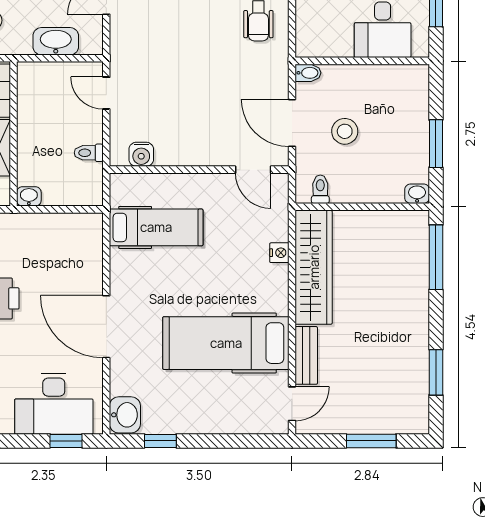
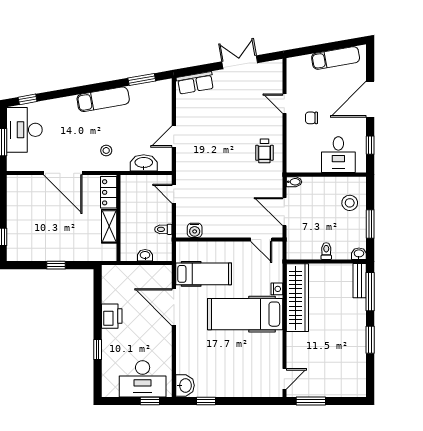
stool: (345, 131) -> (350, 203), moved
toilet: (320, 189) -> (326, 251), moved
washbasin: (29, 196) -> (145, 255), moved
door: (106, 327) -> (174, 307), moved
hospital bed: (226, 343) -> (245, 314), moved
bench: (306, 355) -> (360, 281), moved
window: (436, 372) -> (370, 340), moved
window: (371, 441) -> (311, 401), moved

